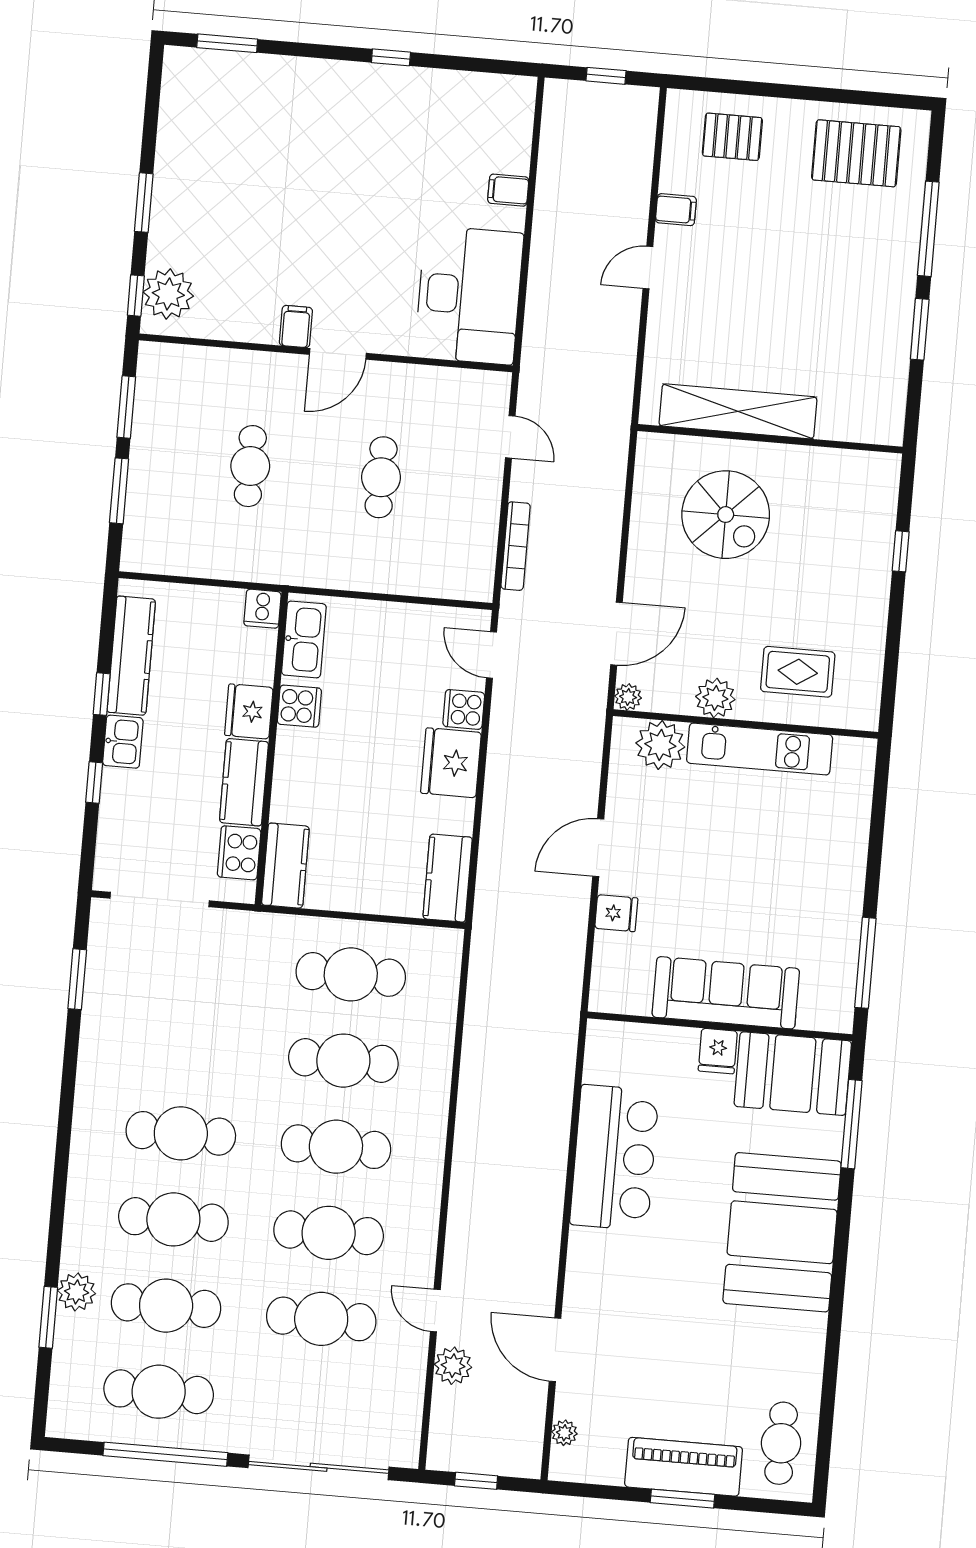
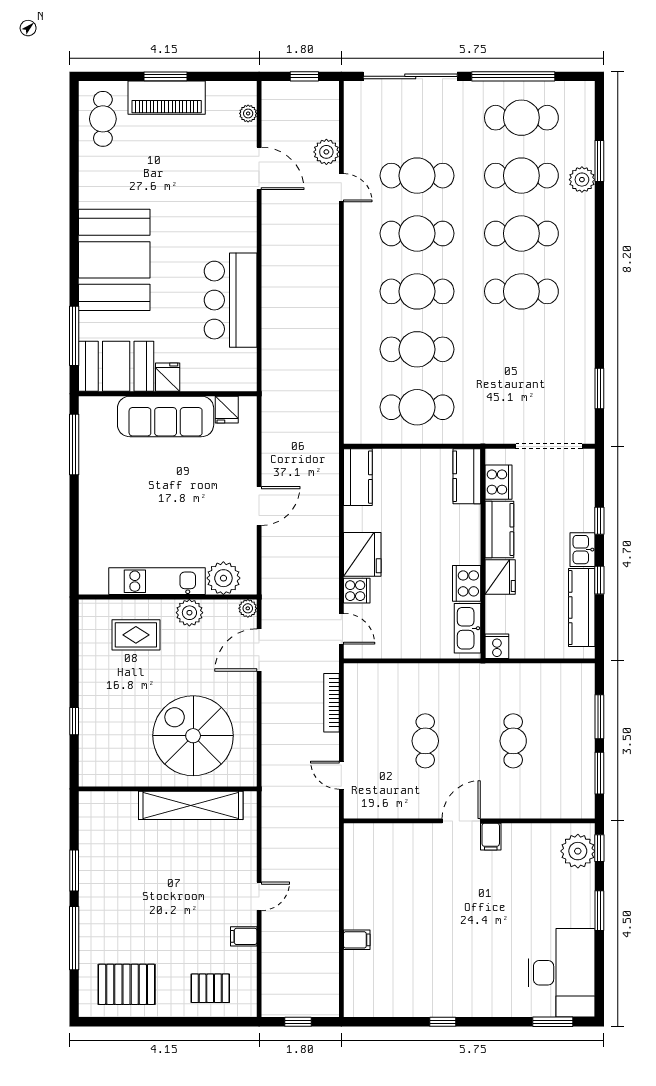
desk: (469, 295) -> (562, 973), moved, turned 180
spiral stairs: (726, 515) -> (193, 736), width x1.37, depth x1.37
cooker: (299, 706) -> (467, 583), width x1.36
fridge: (616, 913) -> (227, 410), moved, turned -90

